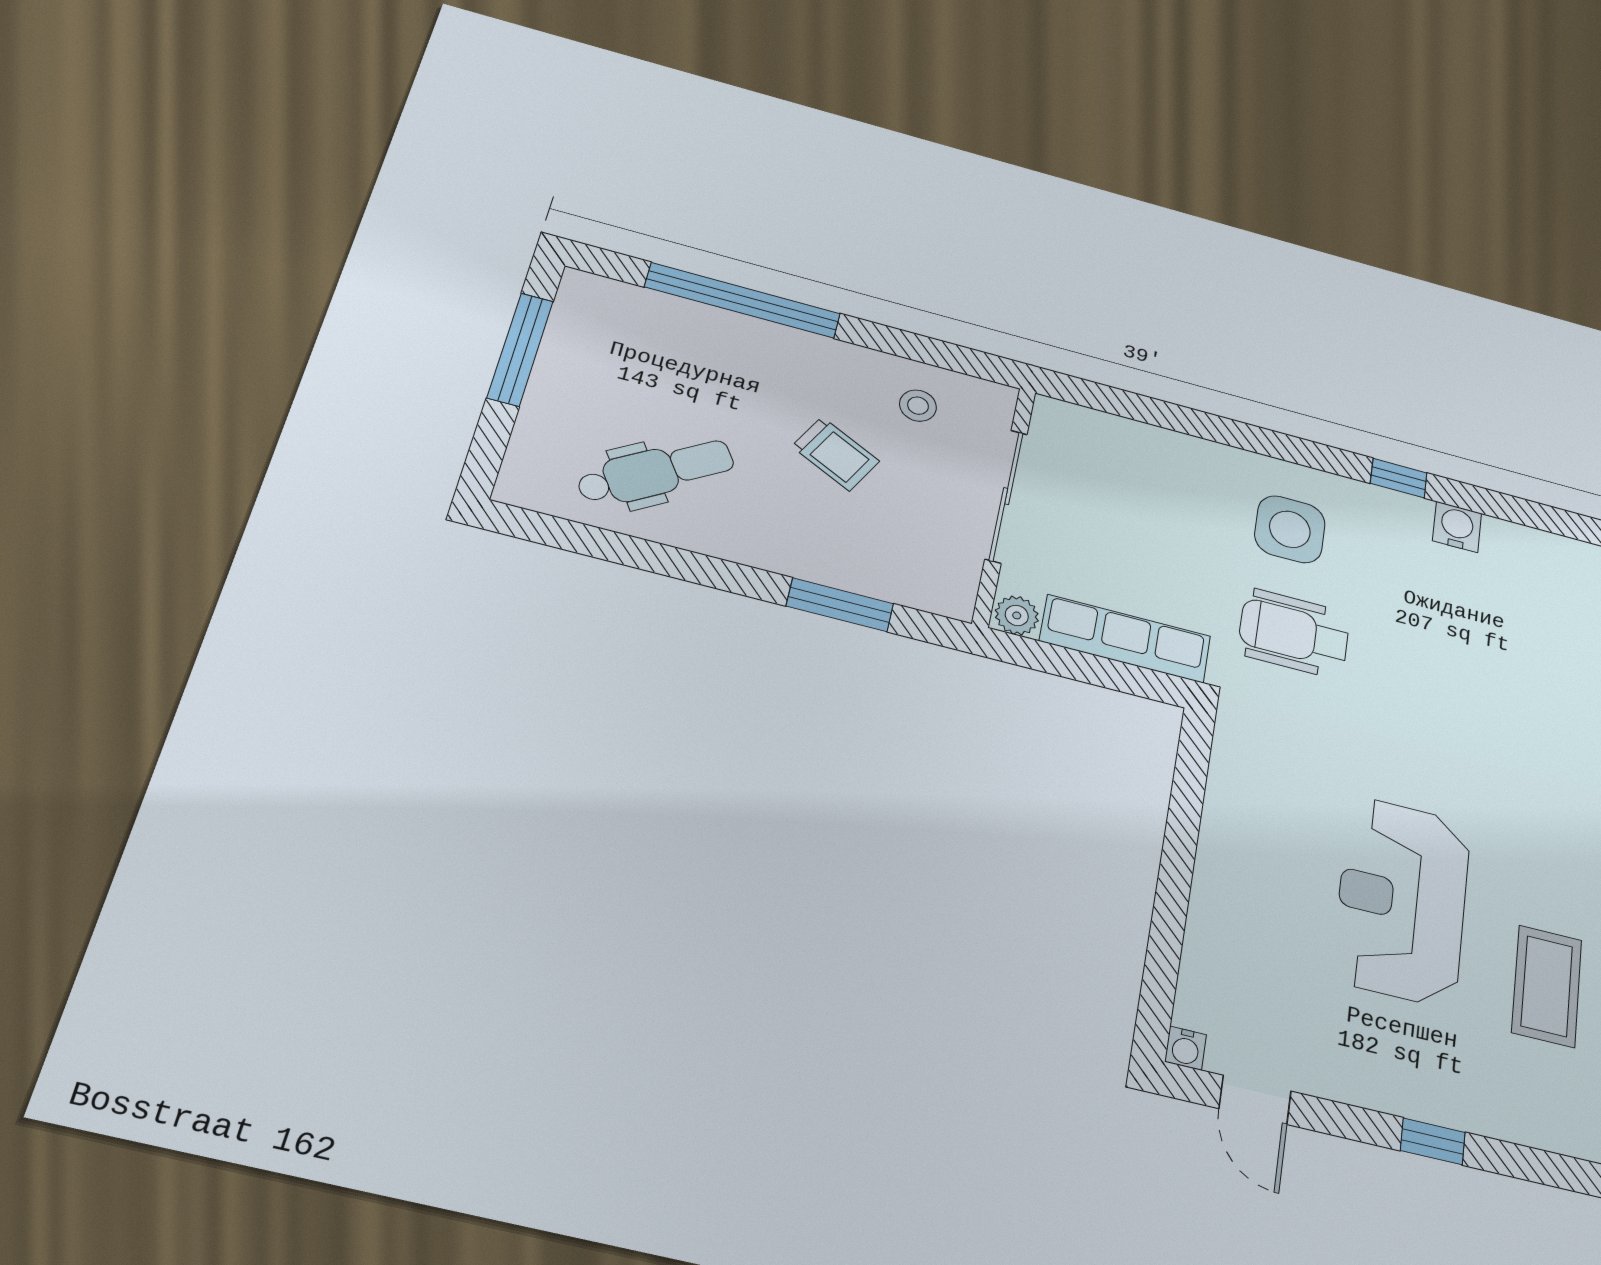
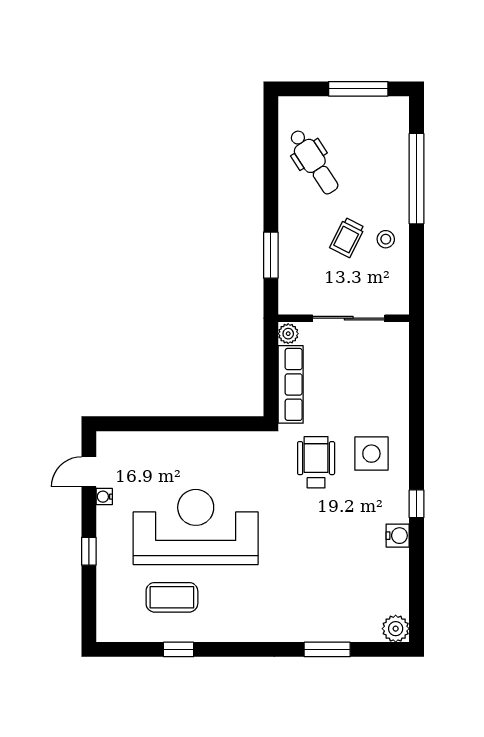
stool: (918, 406) -> (386, 239), moved
reception desk: (1402, 901) -> (196, 527), width x1.36, depth x1.30
water cooler: (1186, 1048) -> (104, 497), moved

